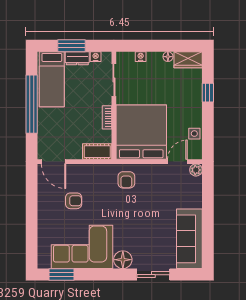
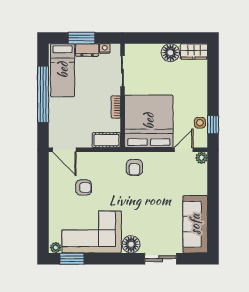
nightstand: (141, 57) -> (148, 48), removed
floor lamp: (168, 57) -> (170, 53), width x1.89, depth x1.89
window: (208, 93) -> (213, 125), moved
plant: (45, 263) -> (56, 248), added

